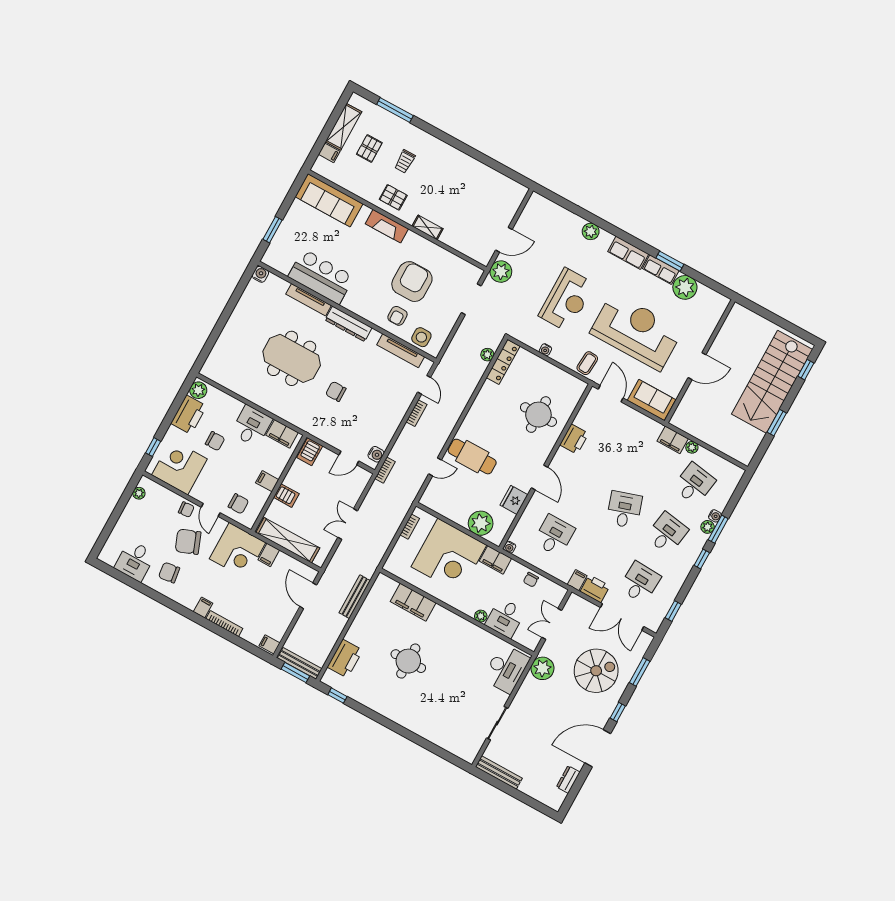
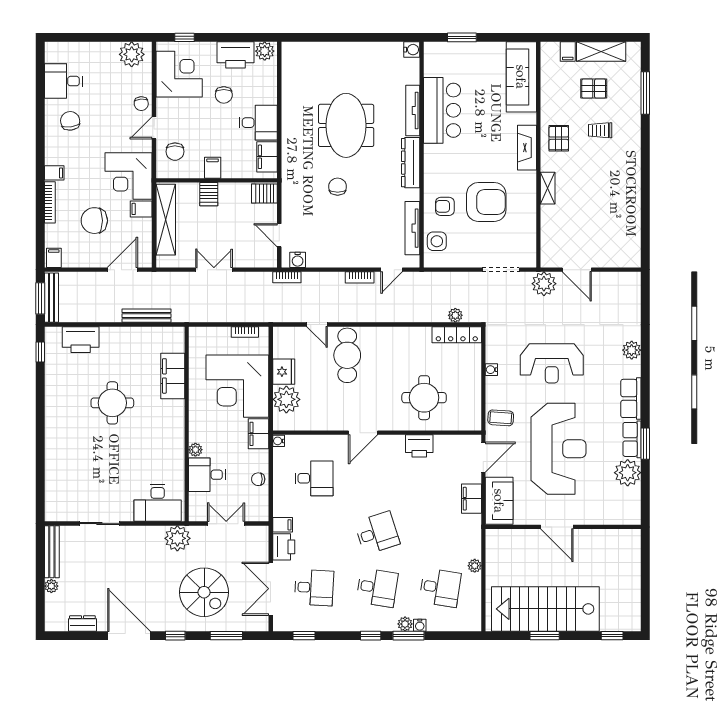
stairs: (772, 382) -> (545, 609), moved
filing cabinet: (673, 440) -> (472, 499), moved
plant: (139, 493) -> (132, 54), width x1.87, depth x1.87
fridge: (514, 500) -> (284, 372), moved, turned 90
chair: (188, 542) -> (94, 221), moved, turned -69
plant: (525, 788) -> (51, 586), added

